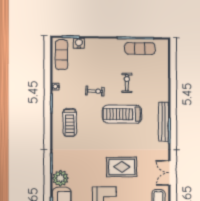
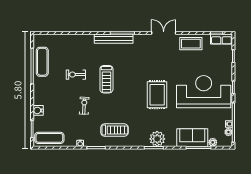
water cooler: (79, 43) -> (38, 110), moved
treadmill: (122, 114) -> (106, 79), width x0.73, depth x0.73
rug: (122, 167) -> (157, 95), moved
double door: (169, 173) -> (164, 33), swing flipped
plant: (60, 178) -> (157, 139), moved

